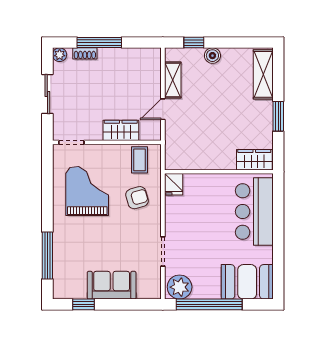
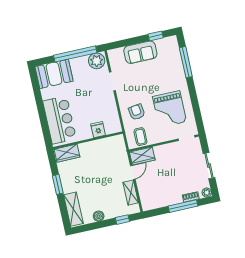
boiler: (212, 56) -> (99, 216), moved
wardrobe: (121, 130) -> (142, 156), moved
fridge: (174, 184) -> (98, 130), moved
armchair: (137, 198) -> (137, 112), turned 98

